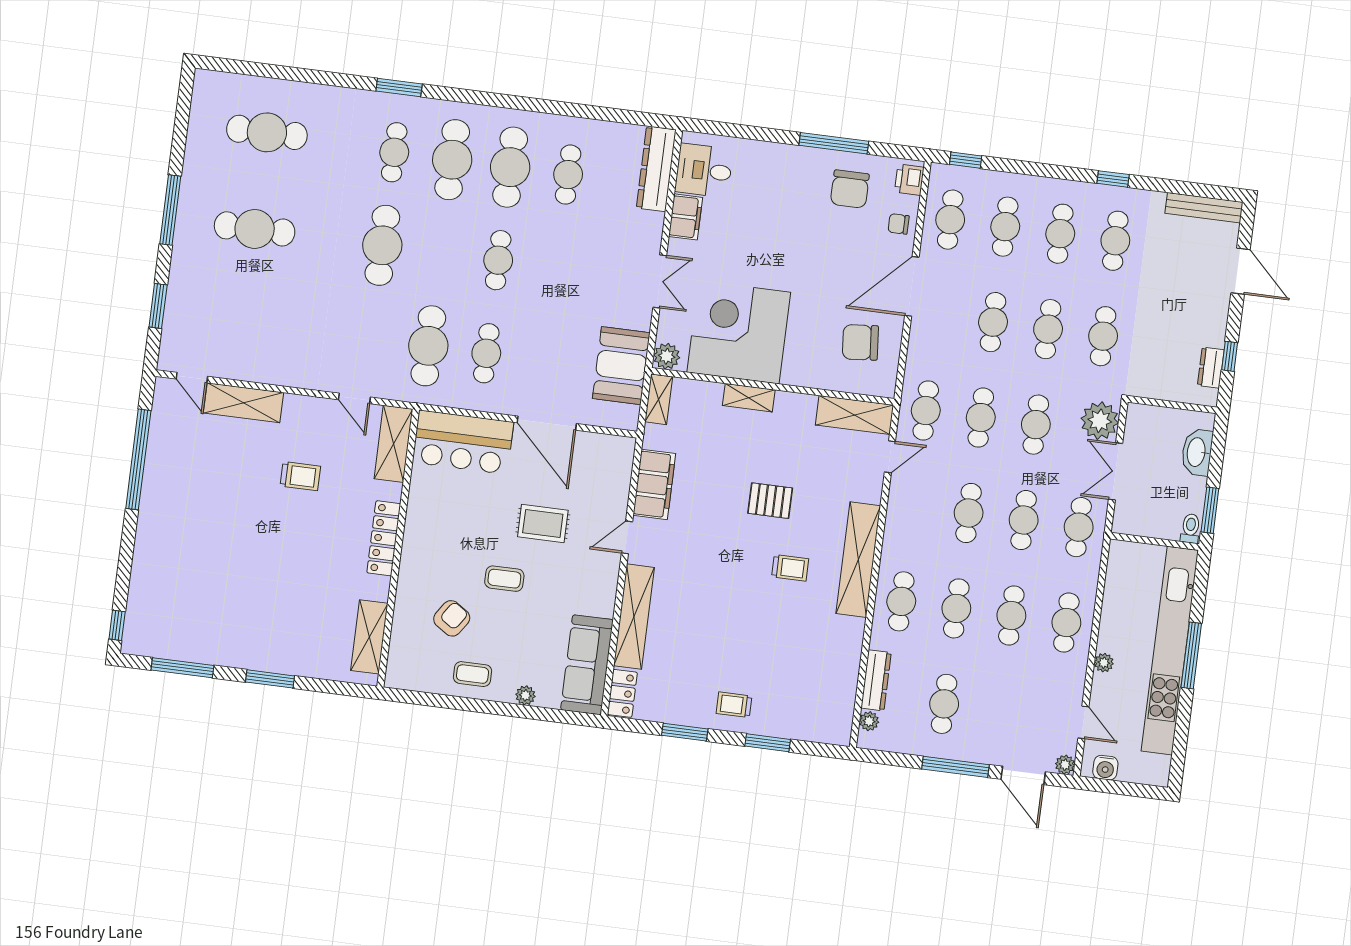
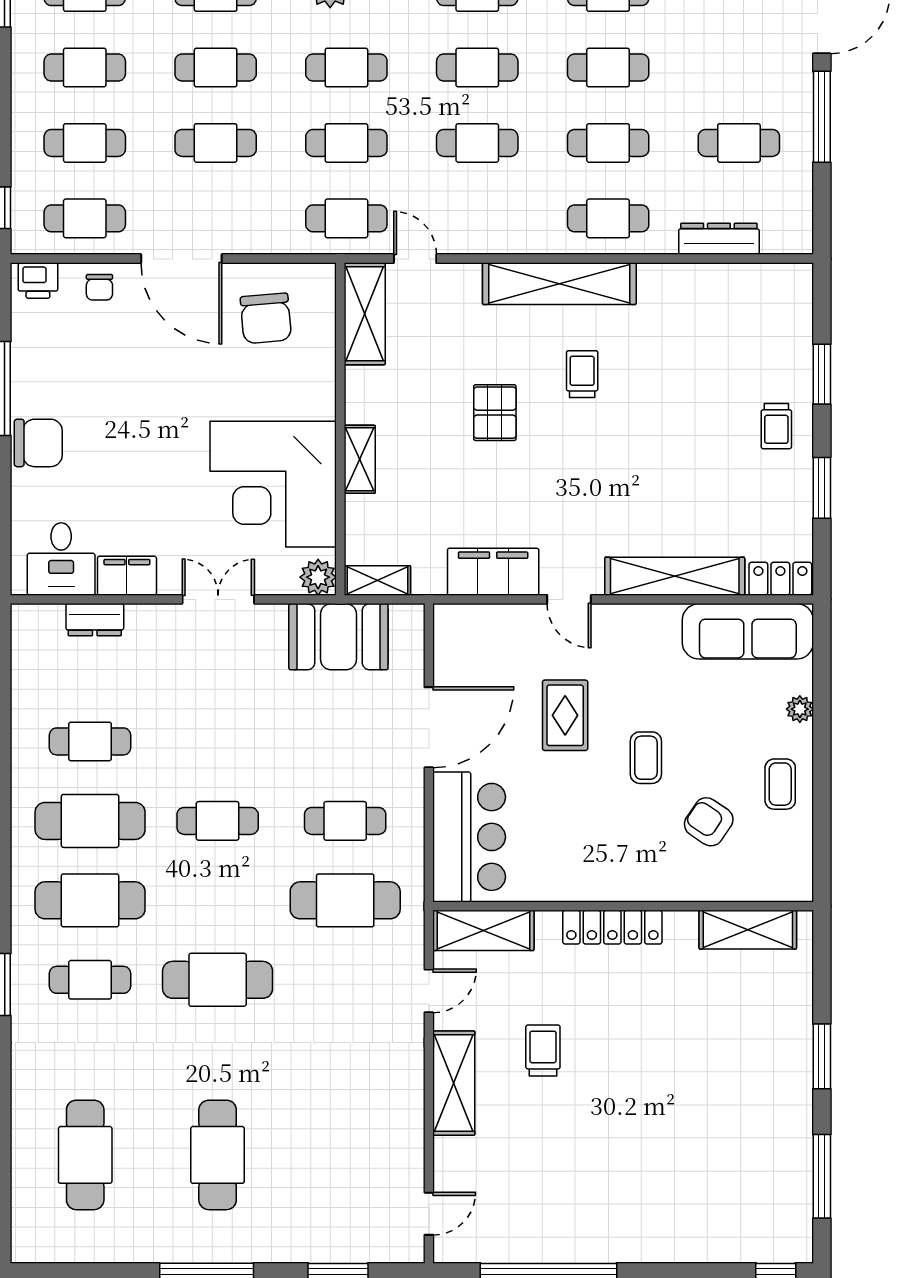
dresser: (656, 169) -> (95, 620), width x0.51, depth x0.80
chair: (850, 189) -> (38, 443), moved
shelving: (243, 403) -> (454, 1083), moved
plant: (869, 721) -> (775, 241), removed

